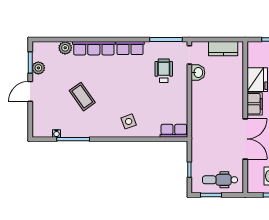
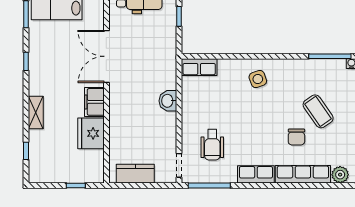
washbasin: (198, 73) -> (168, 101), moved
chair: (99, 77) -> (296, 137), added

